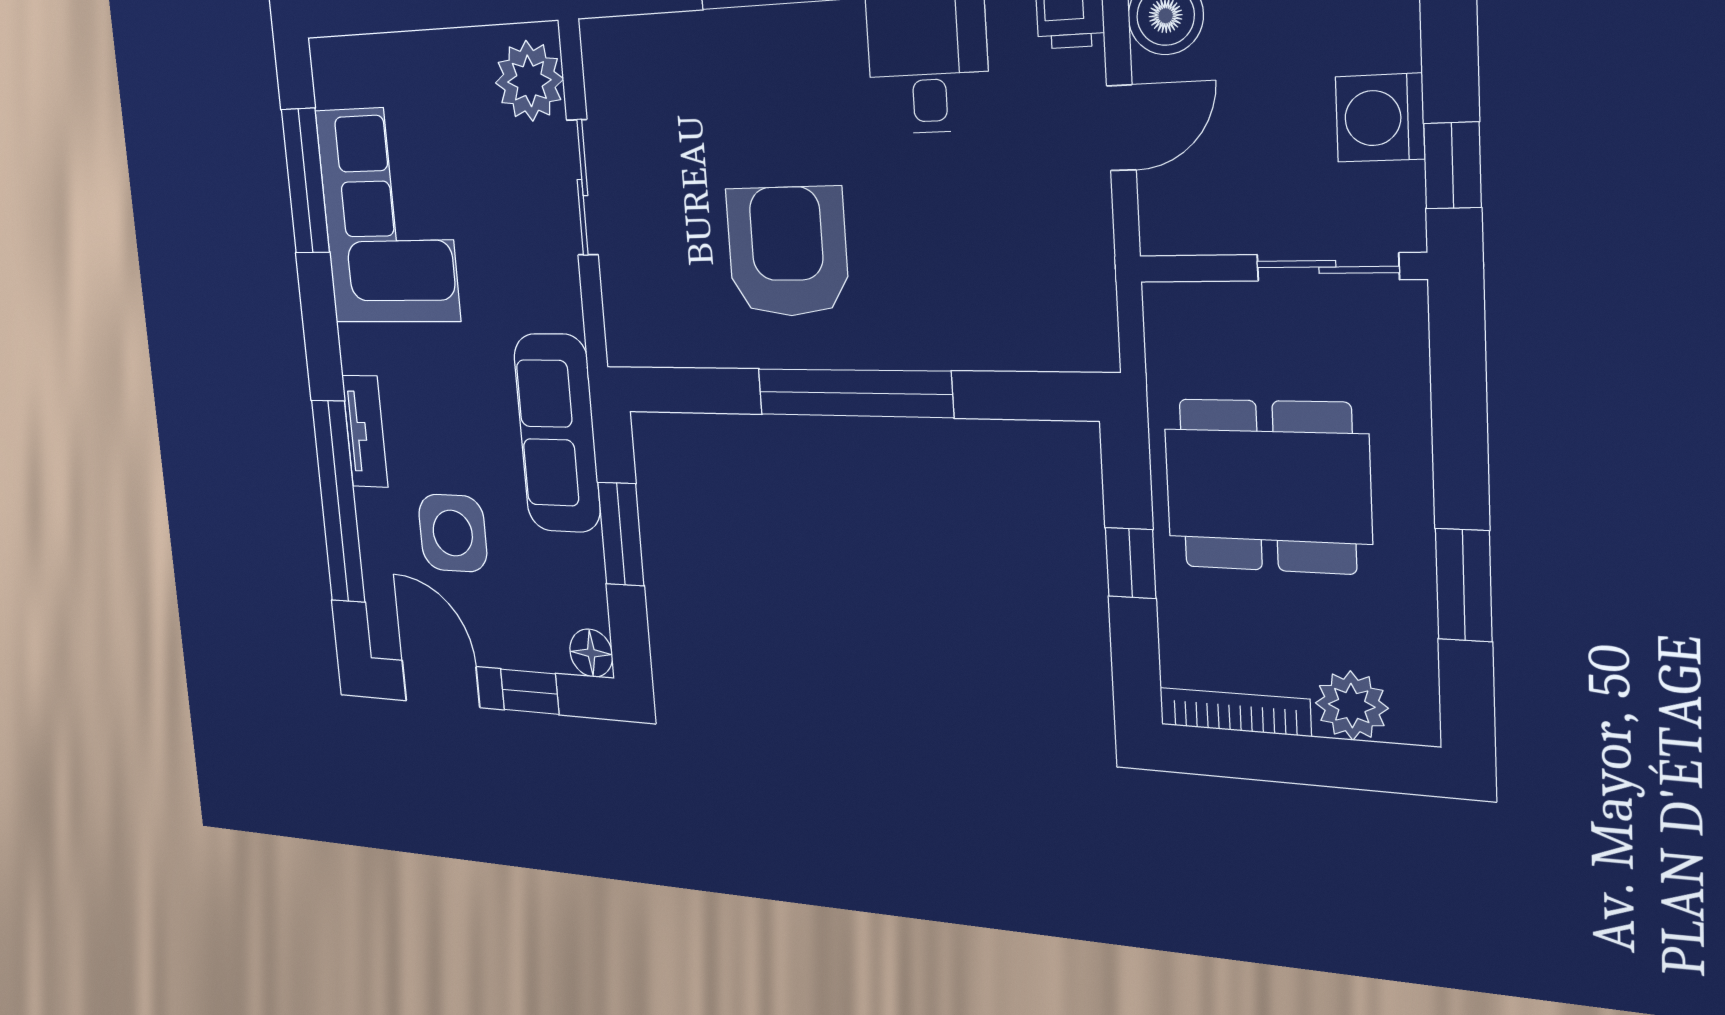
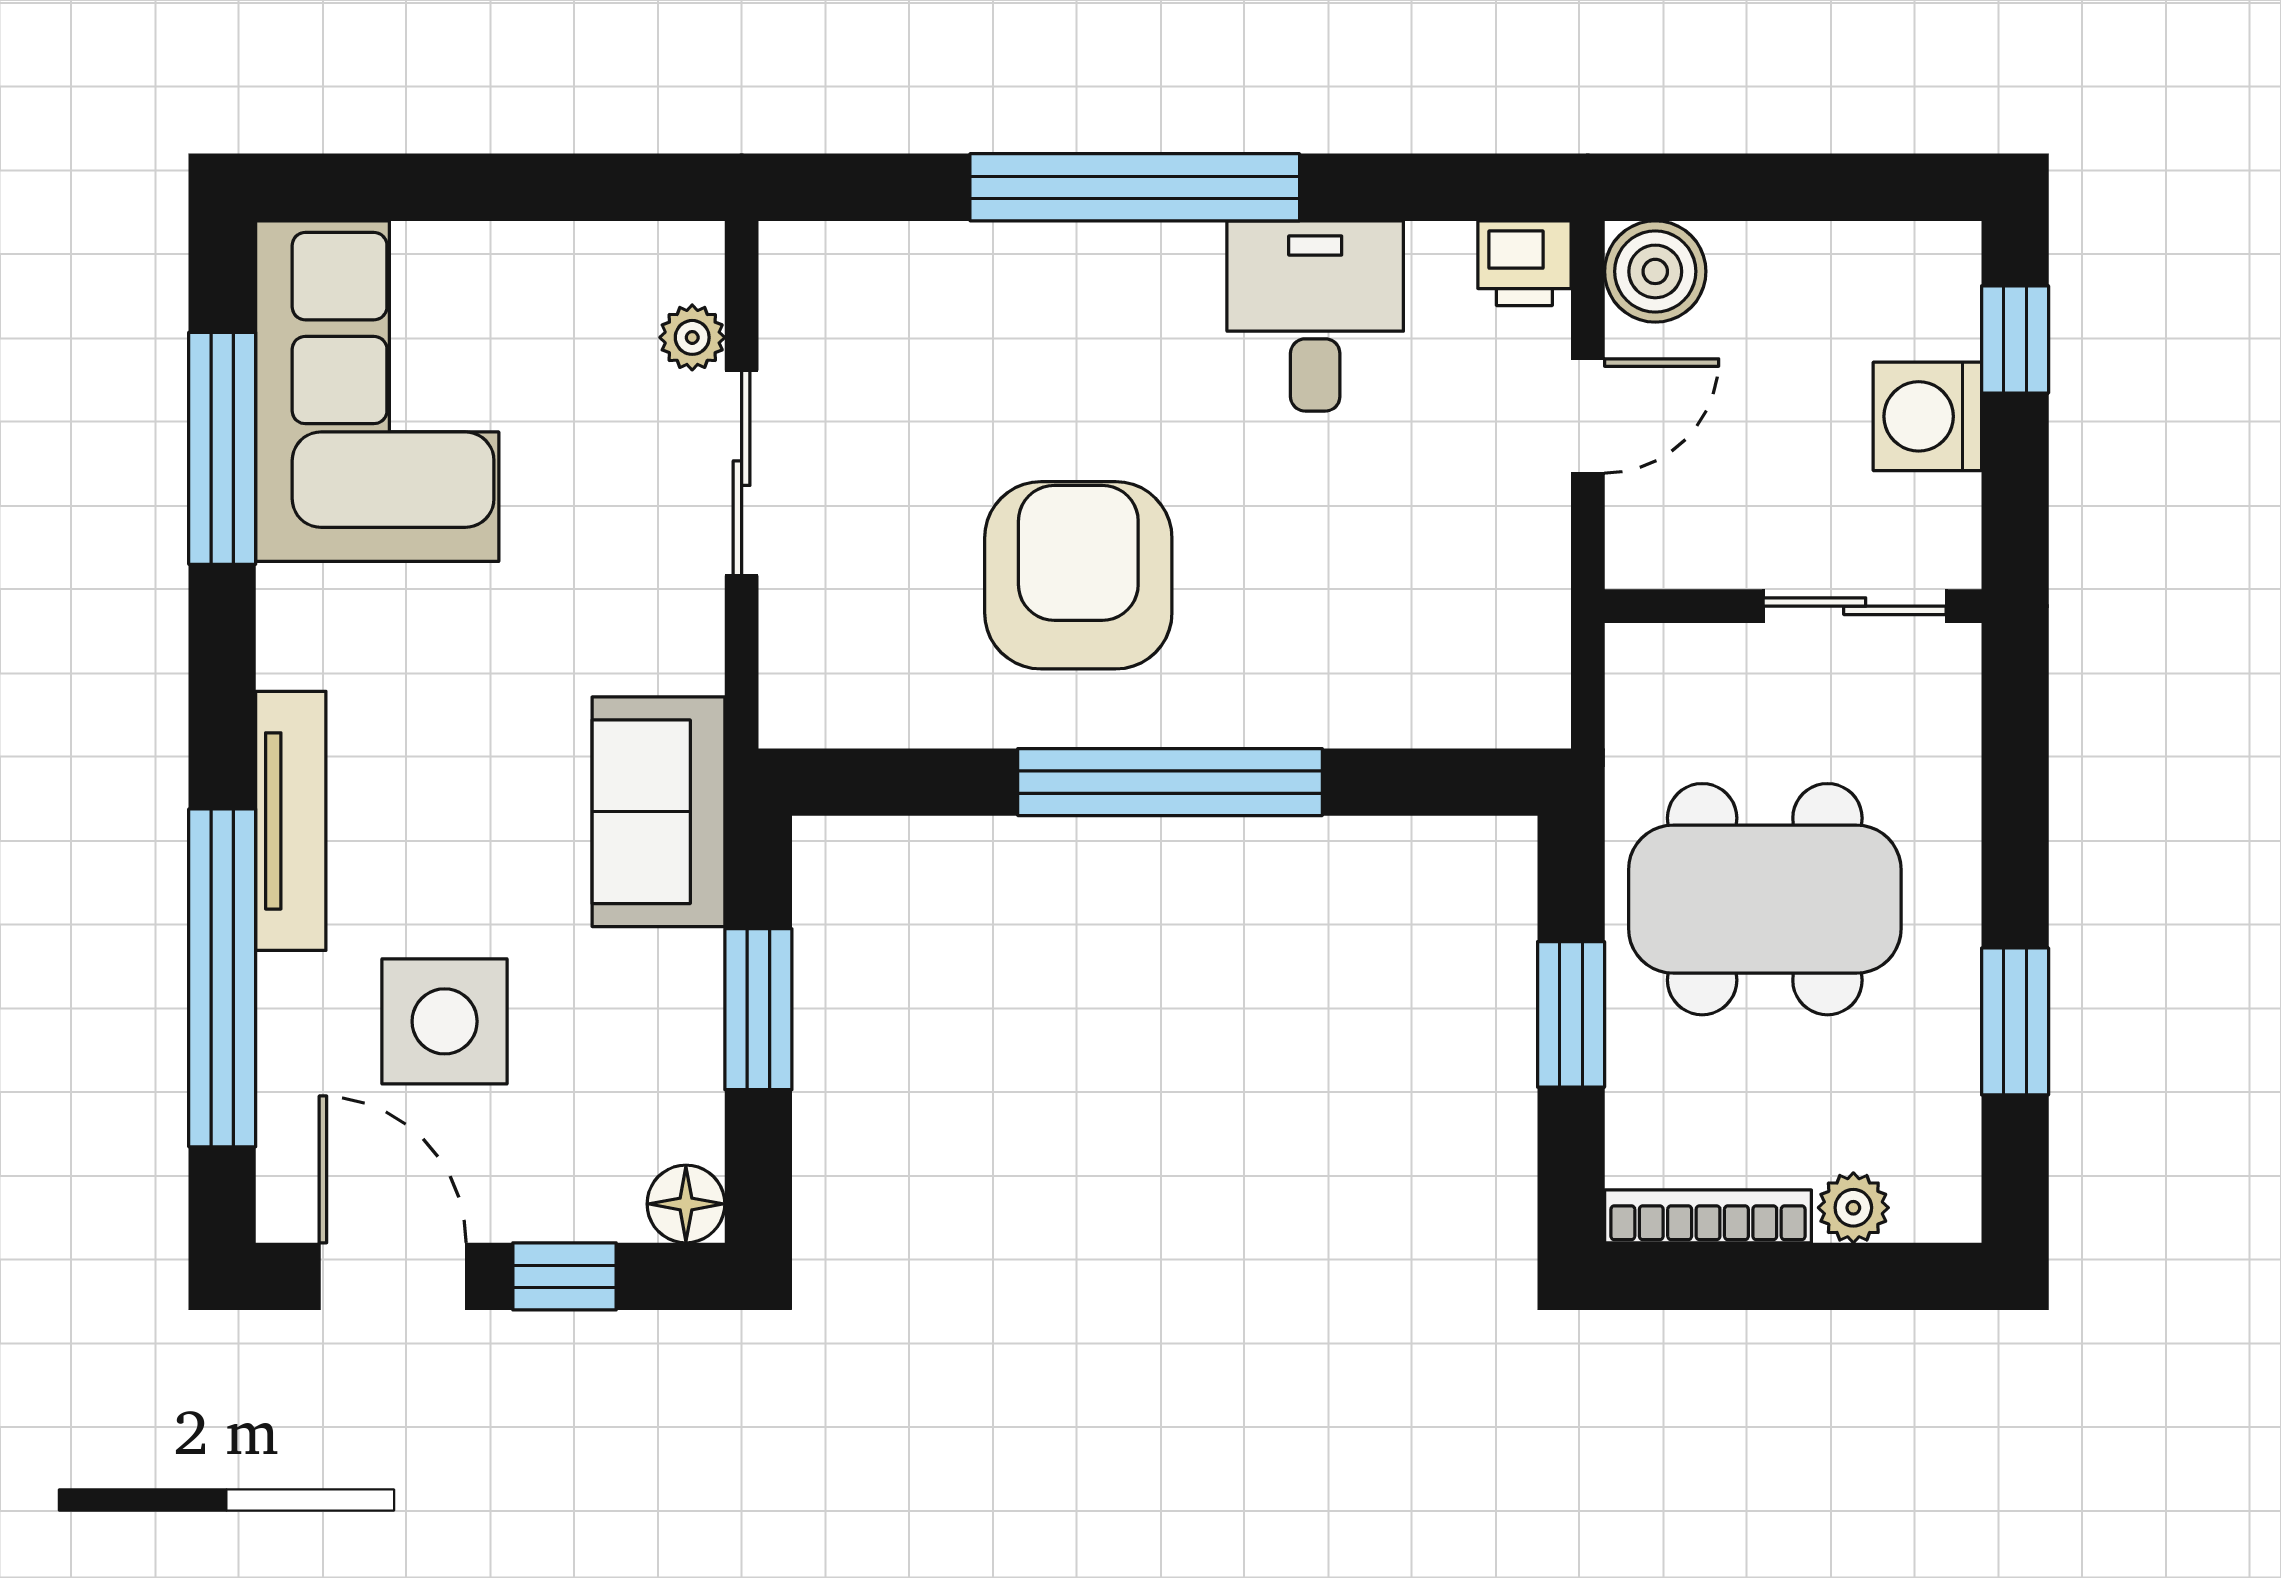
plant: (529, 81) -> (692, 337), width x0.53, depth x0.53
window: (1453, 165) -> (2015, 339), moved
corner sofa: (388, 215) -> (377, 391), moved
tv unit: (365, 431) -> (291, 821), width x1.41
sofa: (557, 433) -> (658, 812), width x0.73
window: (1131, 563) -> (1571, 1014), width x1.50
plant: (1352, 706) -> (1853, 1208), width x0.73, depth x0.73

